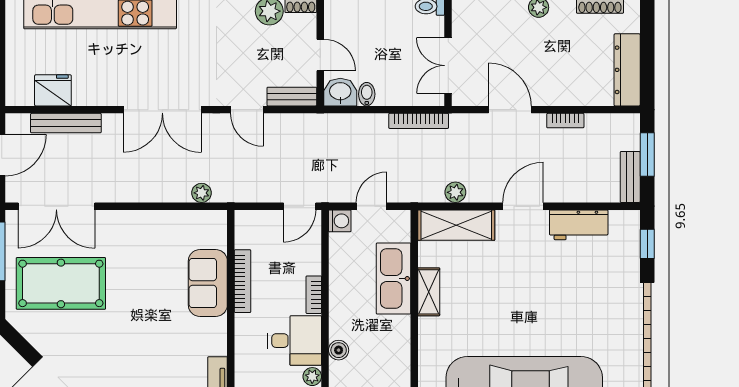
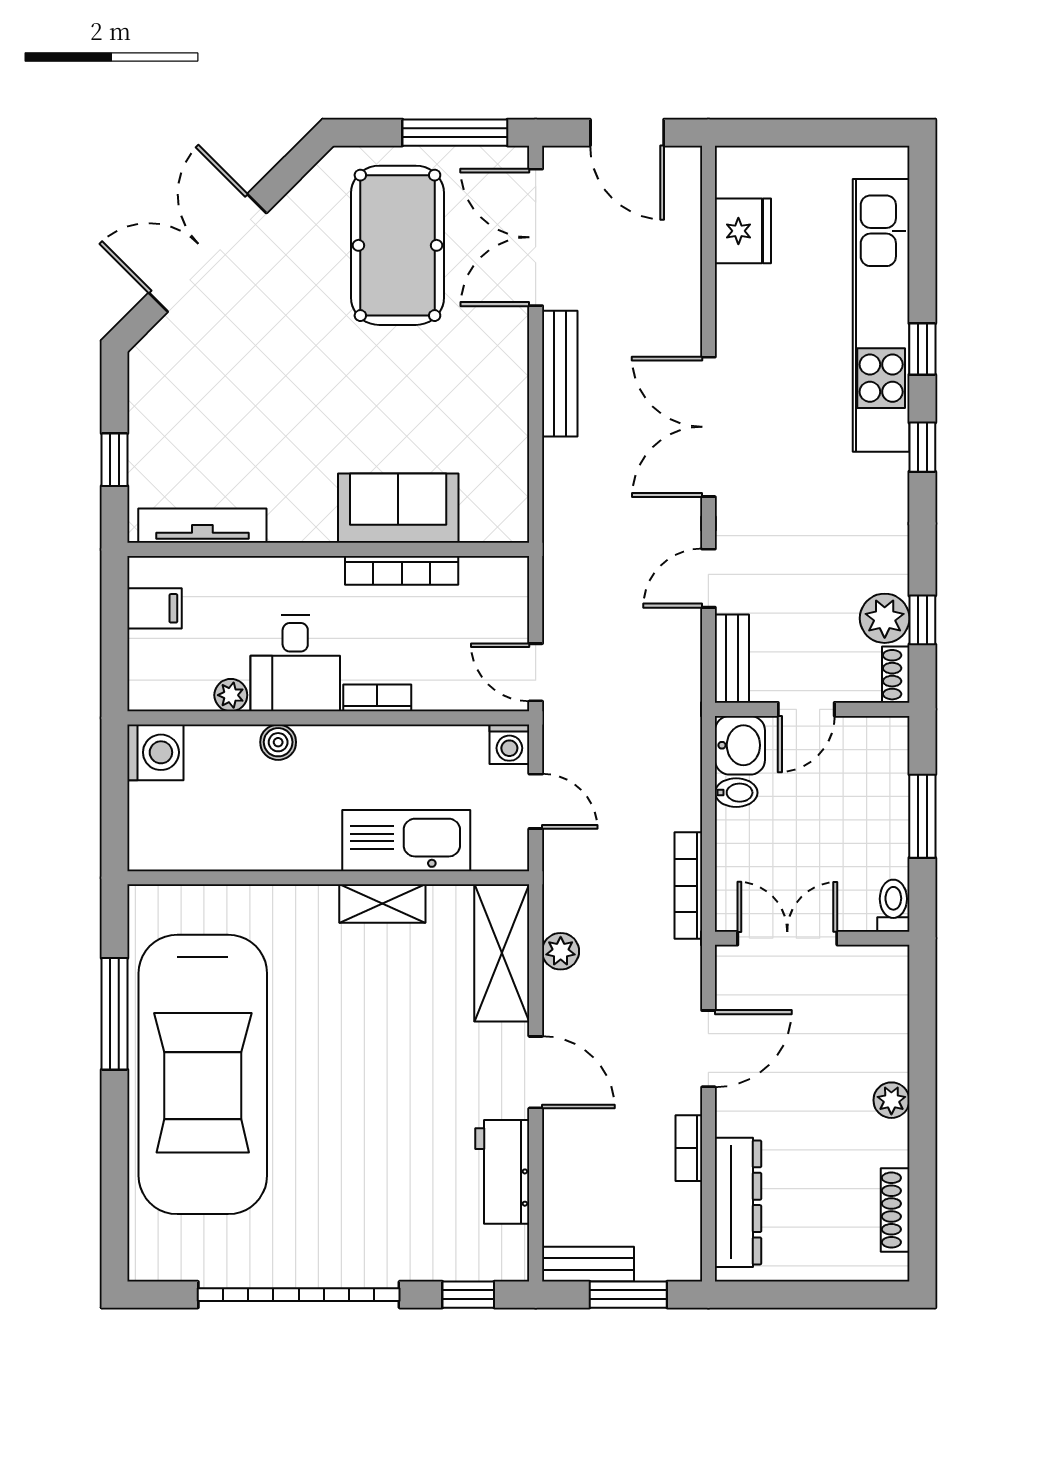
dresser: (627, 70) -> (738, 1202), moved, turned 90
bench: (66, 123) -> (560, 374), moved
plant: (202, 193) -> (559, 497), removed

